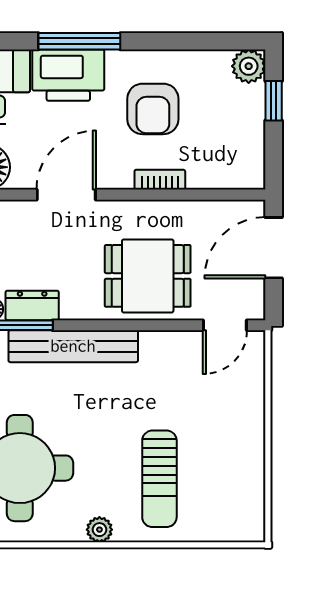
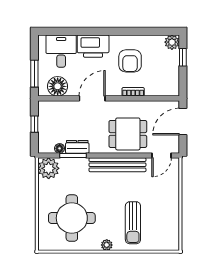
window: (79, 41) -> (98, 31), removed
bench: (73, 346) -> (117, 165), moved

